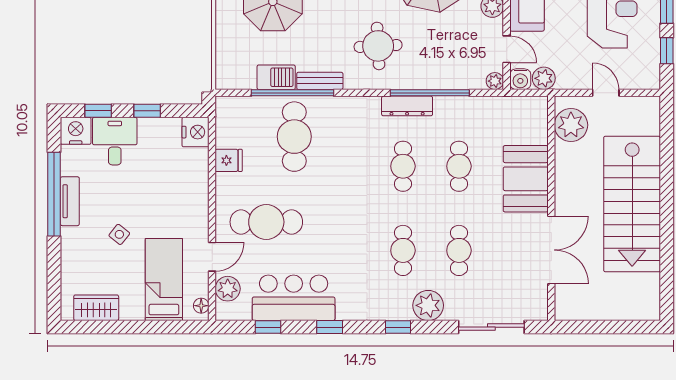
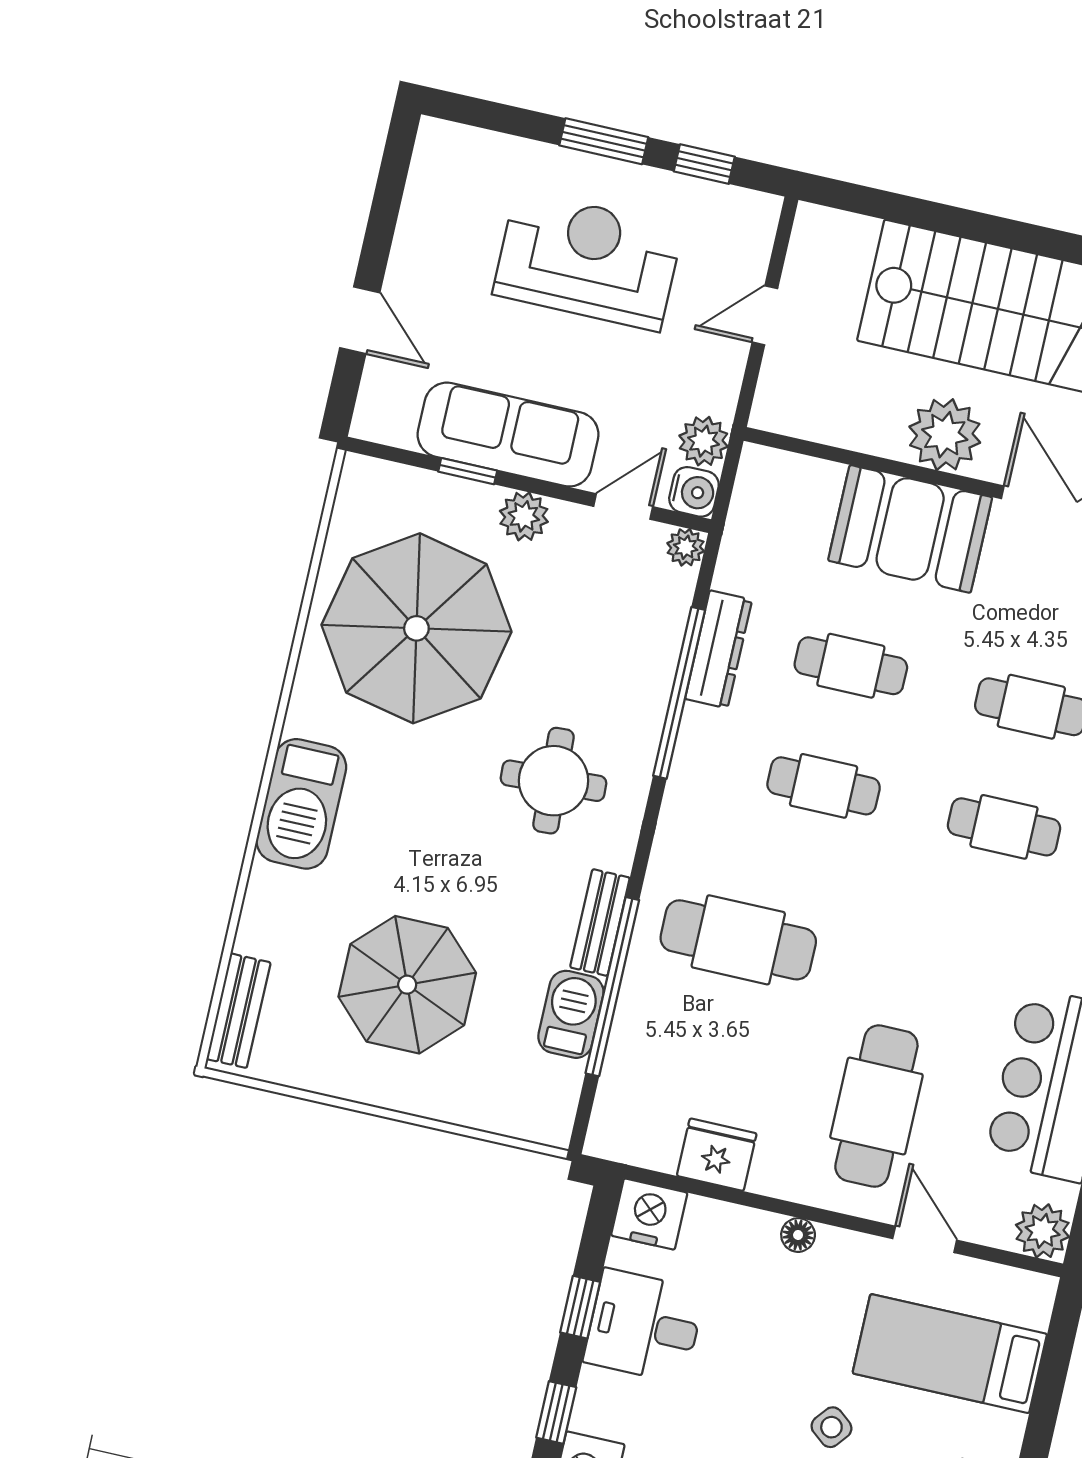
dresser: (407, 106) -> (719, 649), moved
plant: (571, 125) -> (945, 435), moved
cafe table: (294, 137) -> (738, 940), moved
desk: (115, 141) -> (644, 1326), moved
fridge: (229, 160) -> (717, 1155), width x1.38
plant: (228, 289) -> (1043, 1231), moved
floor lamp: (201, 306) -> (798, 1235), moved

